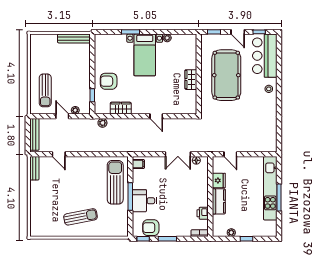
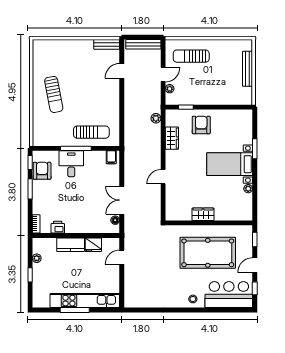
bench: (74, 39) -> (248, 69), moved
sun lounger: (115, 182) -> (91, 132), width x0.73, depth x0.75

